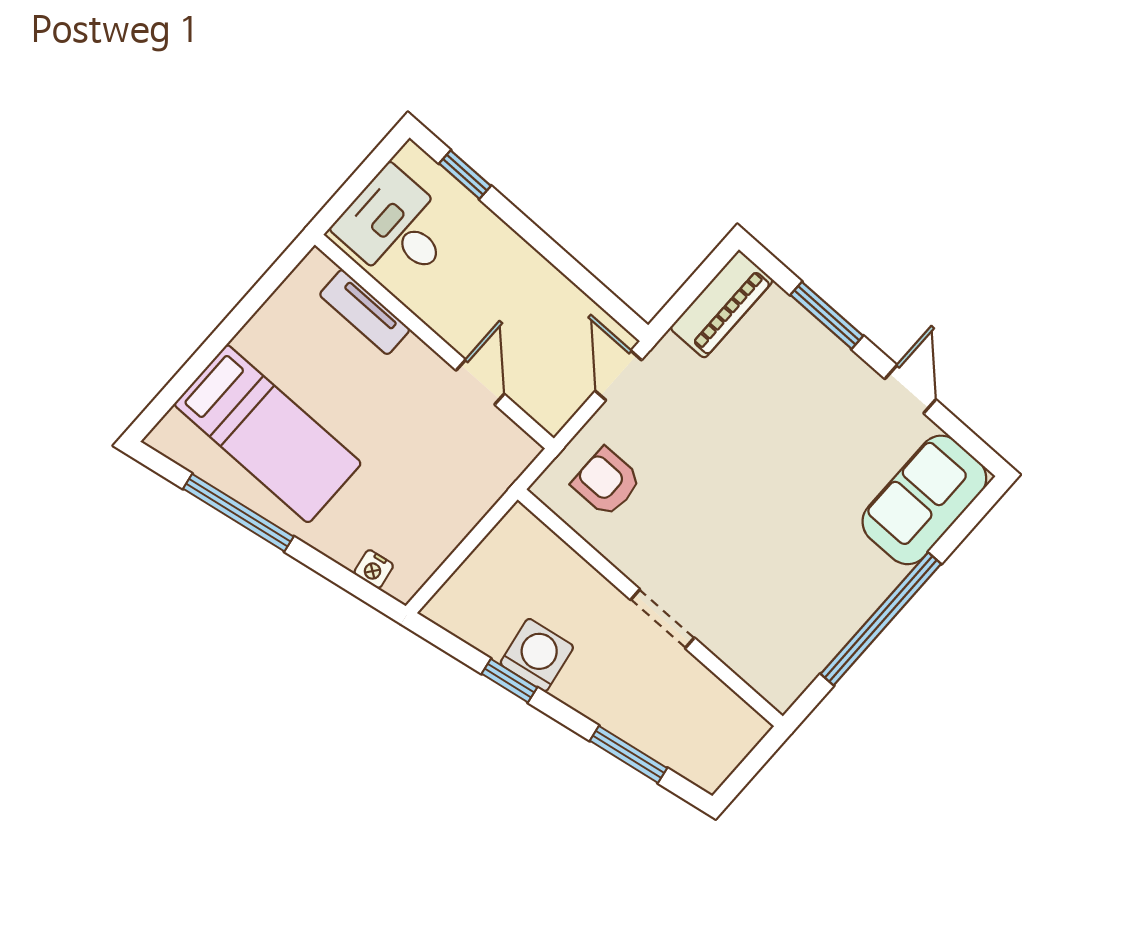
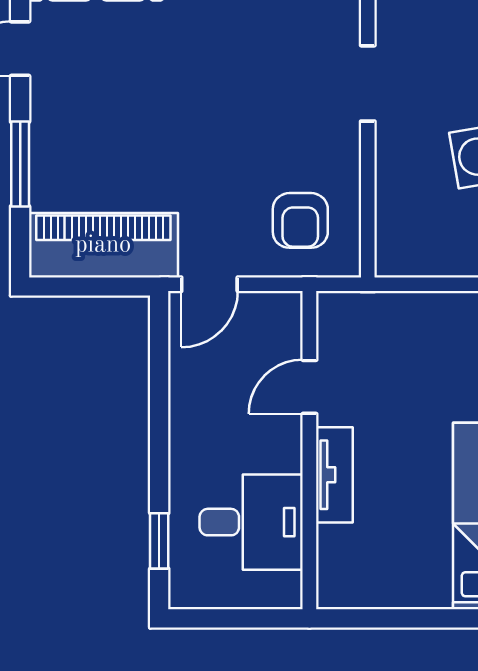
desk: (396, 228) -> (251, 522), moved, turned -90
piano: (722, 304) -> (103, 245), width x1.37, depth x1.33
tv unit: (365, 312) -> (334, 475), moved

